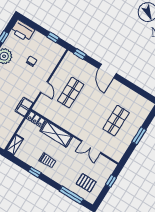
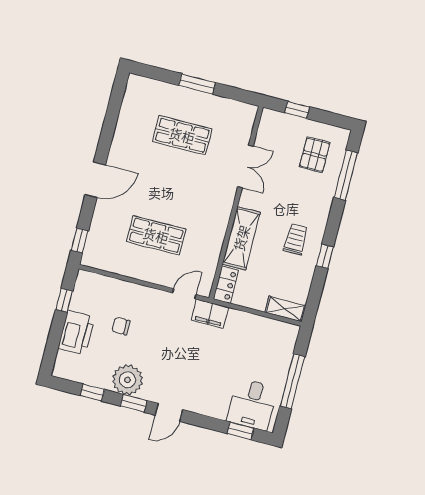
printer: (23, 31) -> (77, 333), moved
door: (44, 87) -> (184, 294), moved

